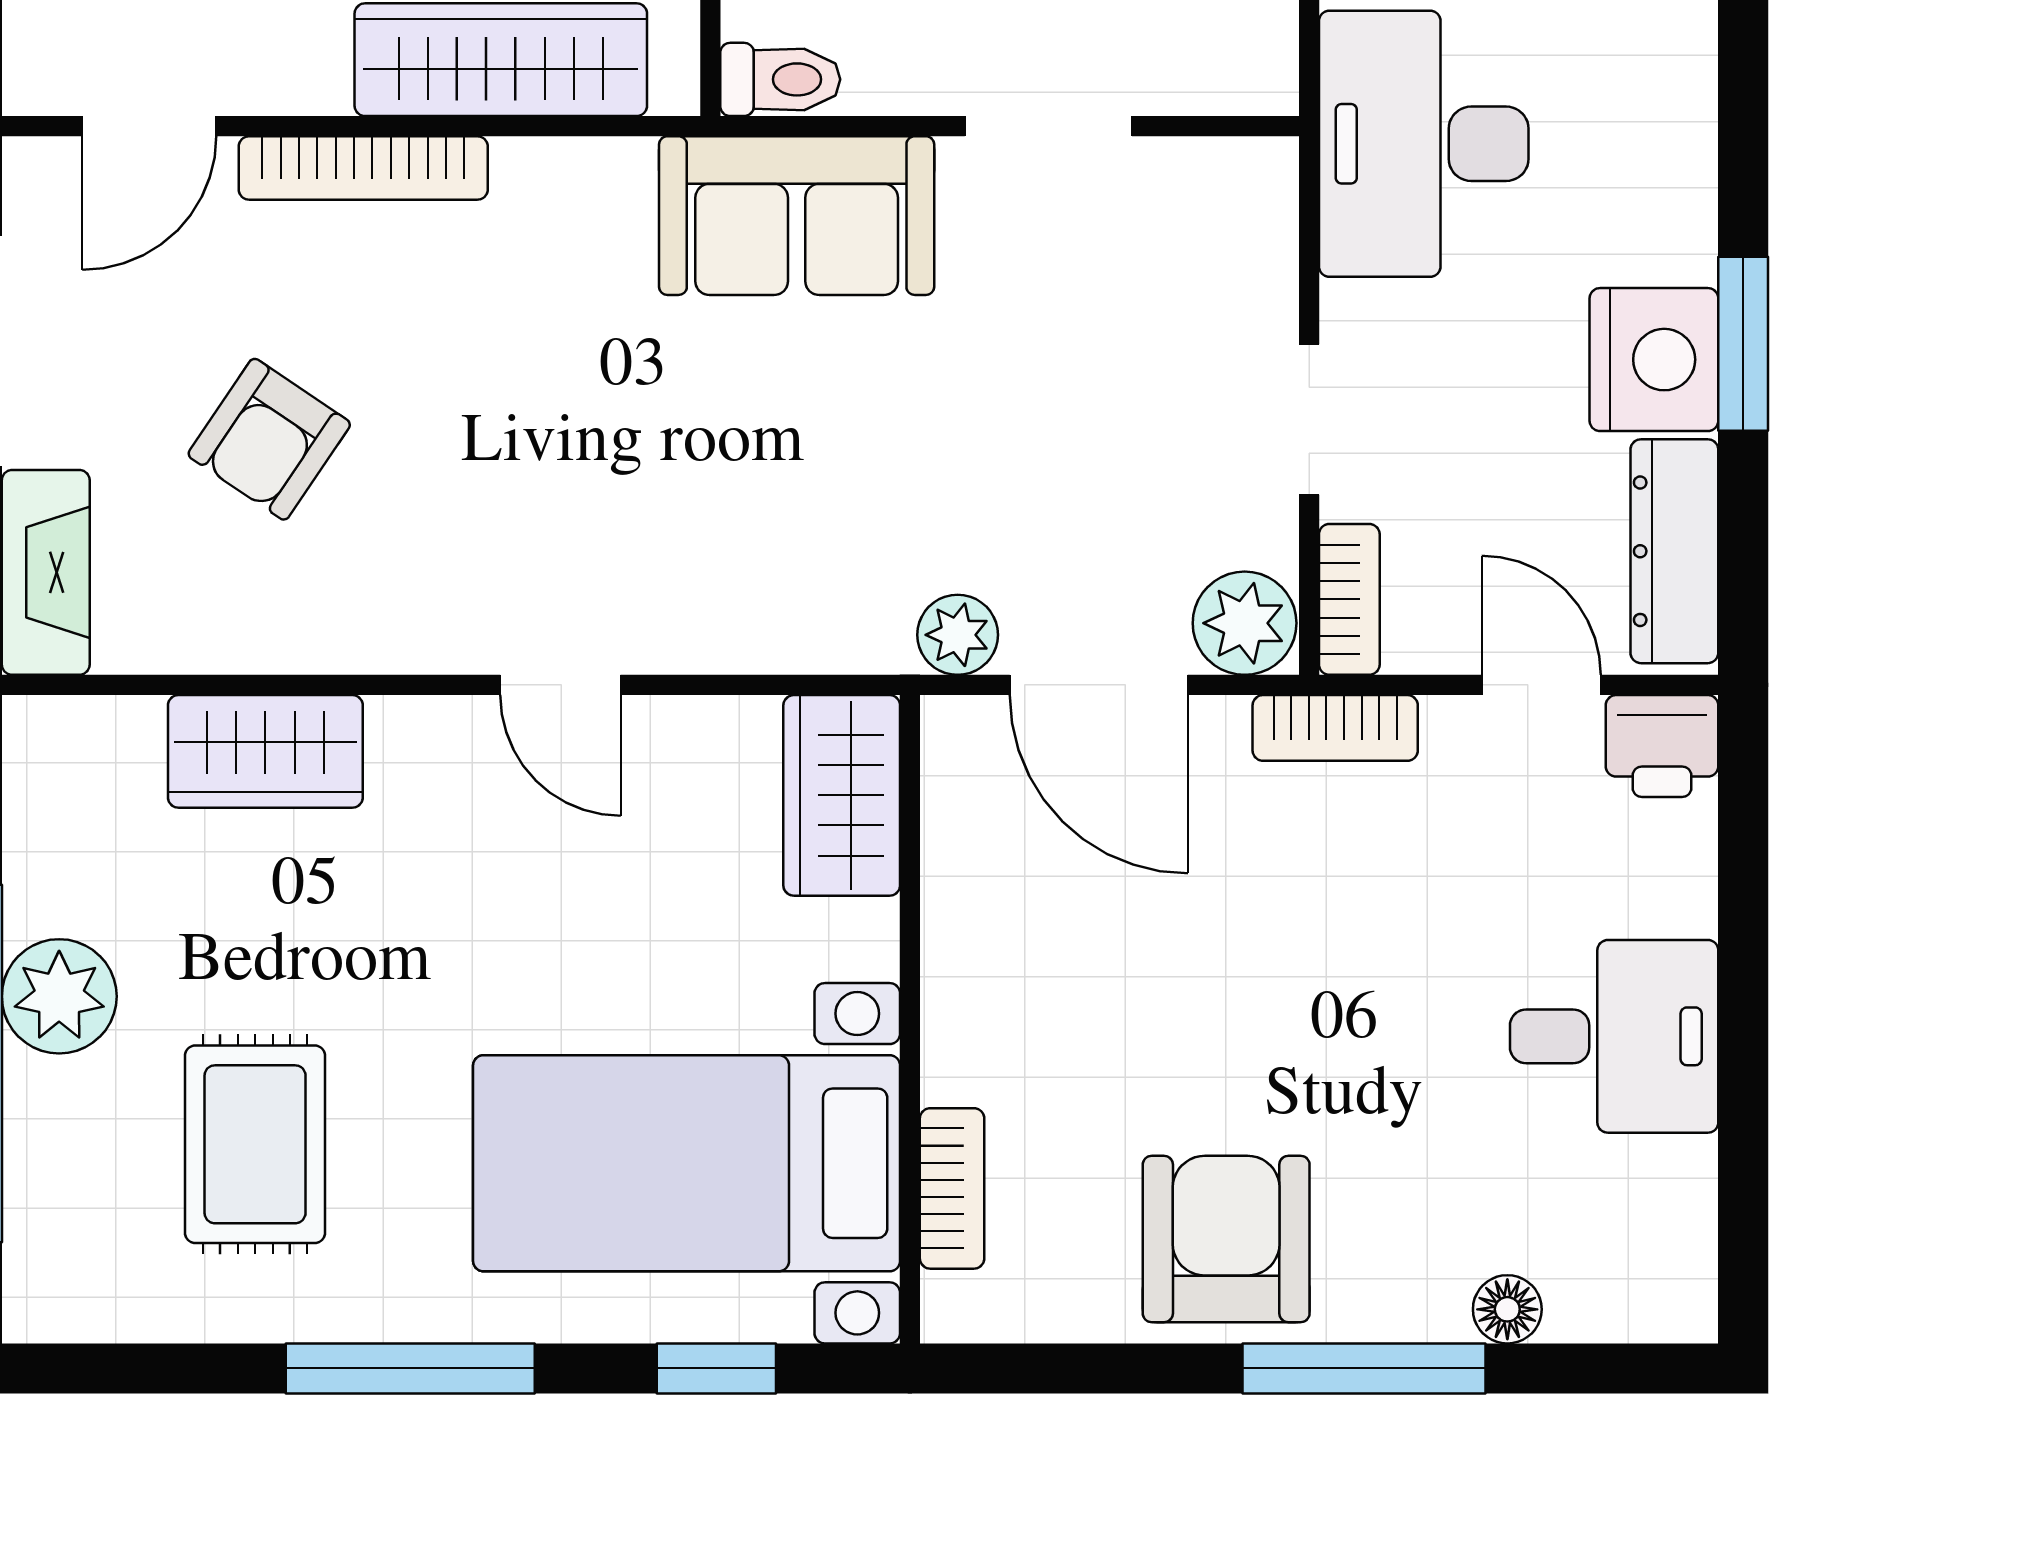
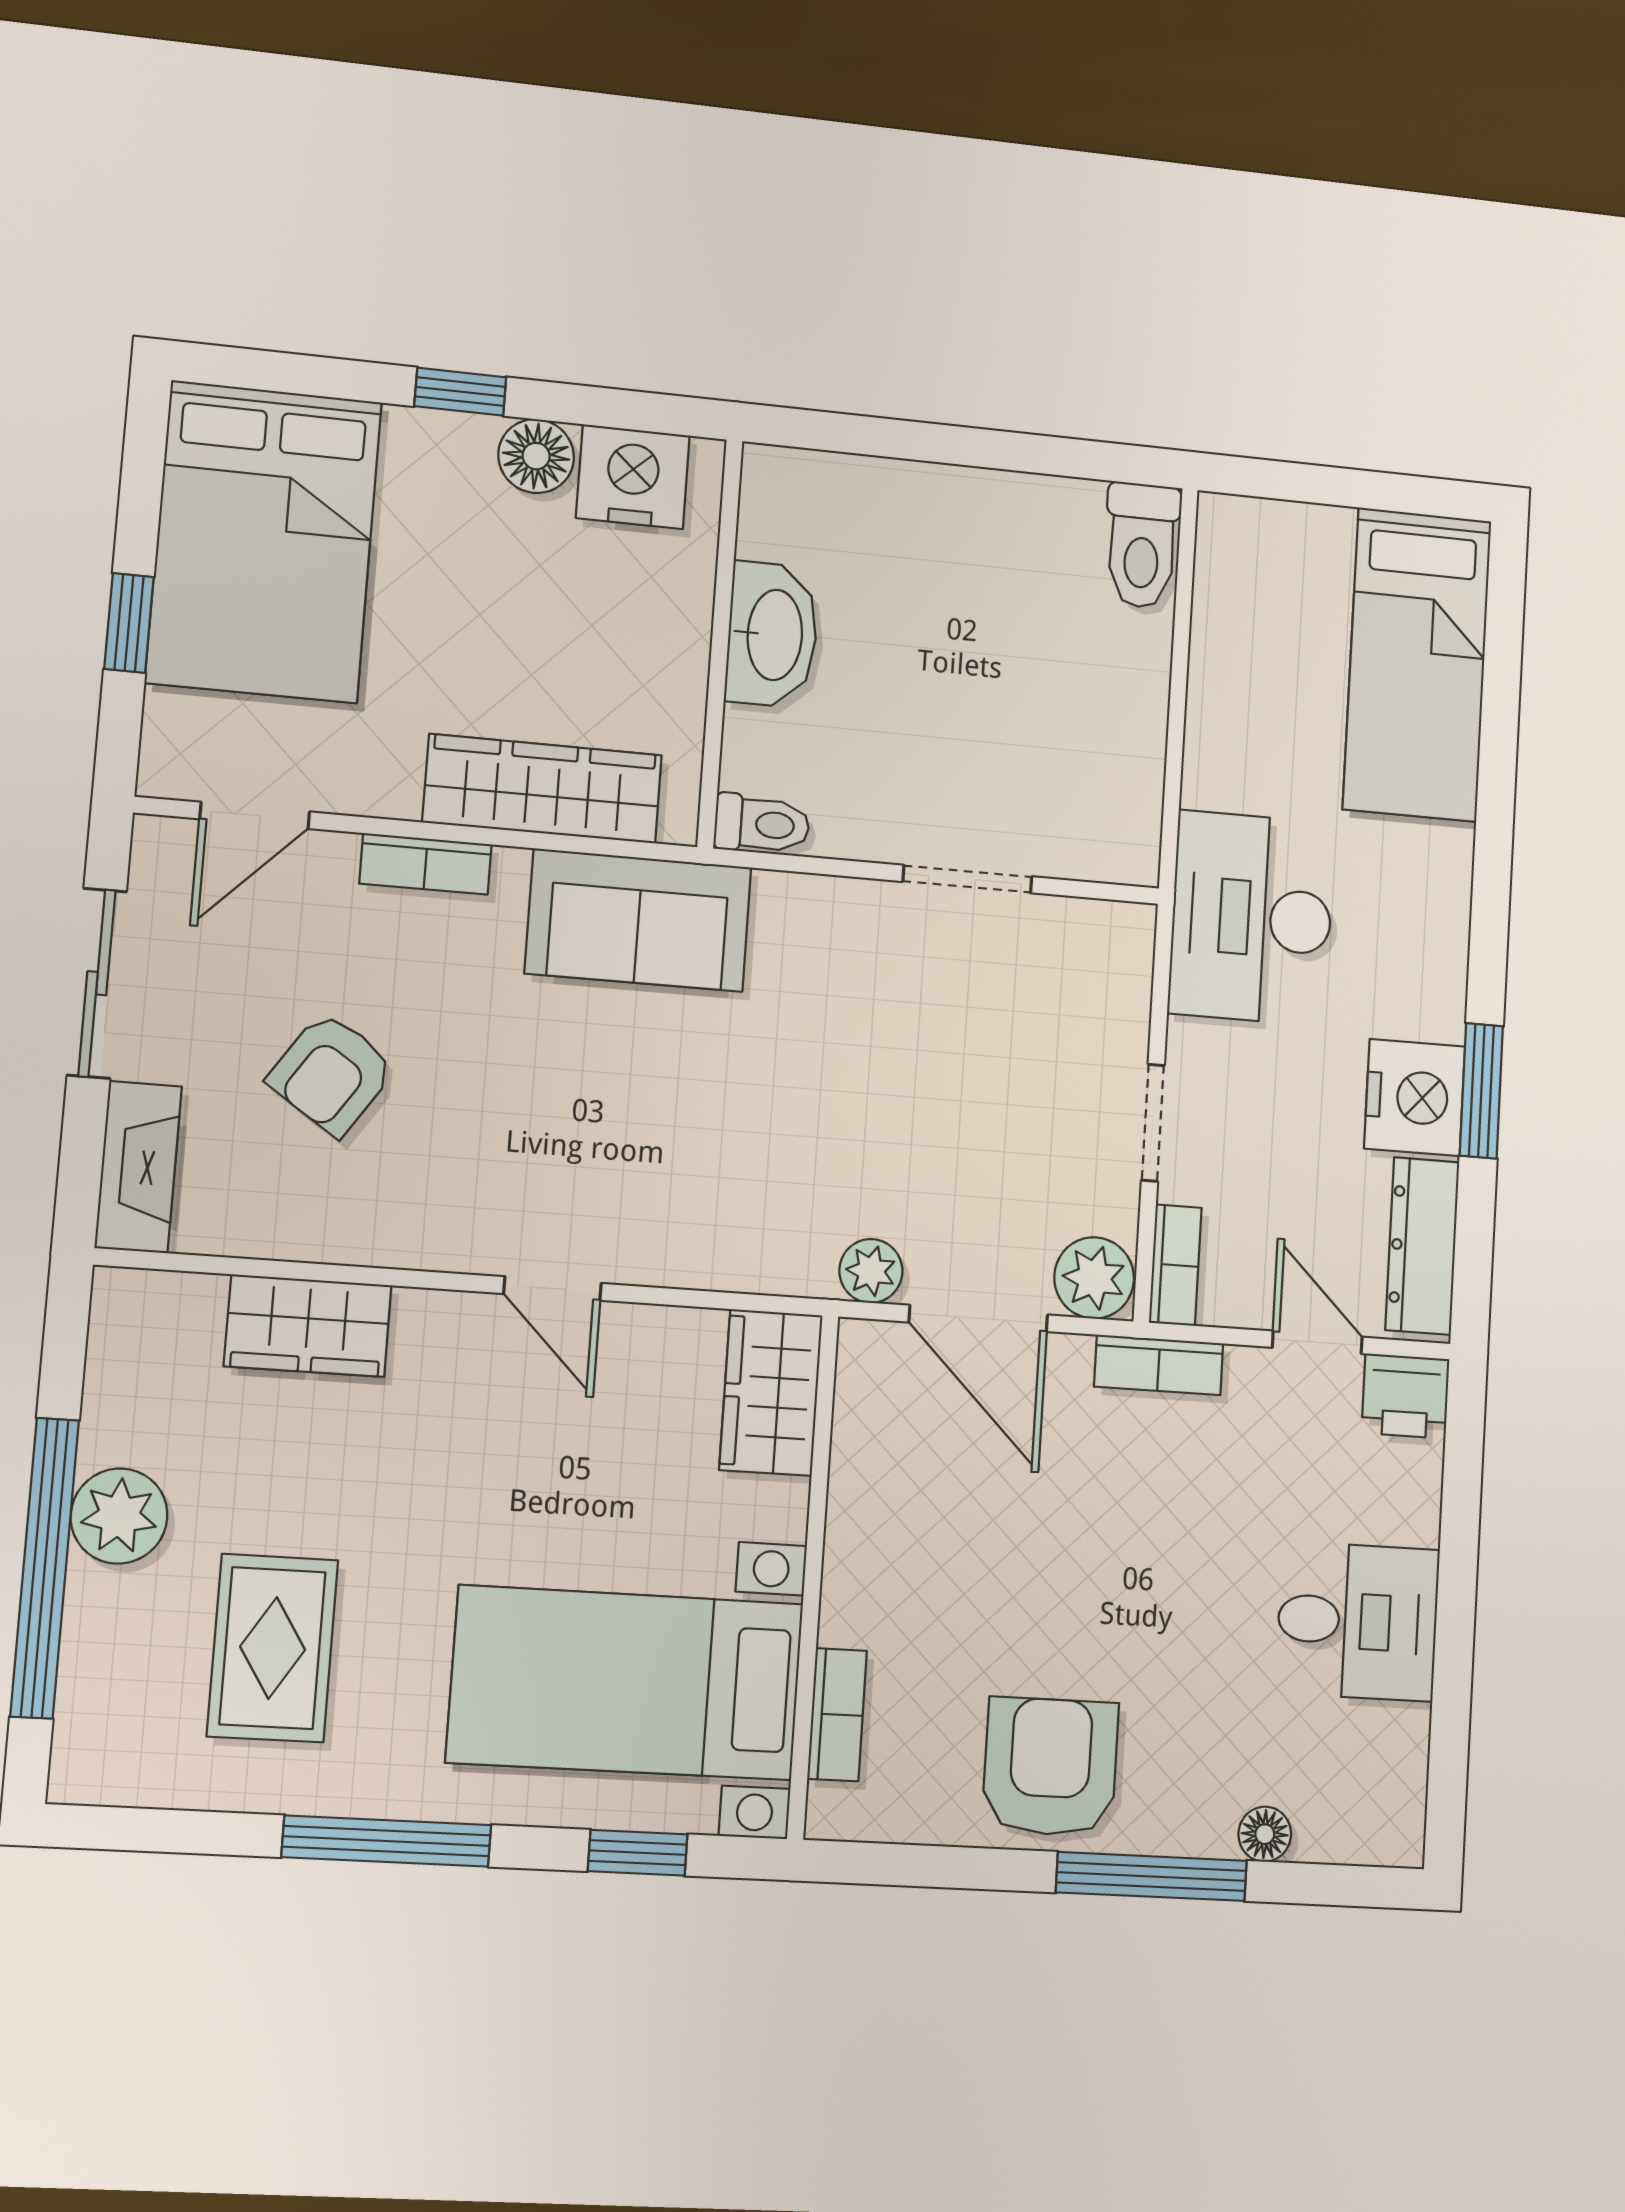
bookcase: (363, 168) -> (426, 864), width x0.64
sofa: (797, 216) -> (638, 920), moved

